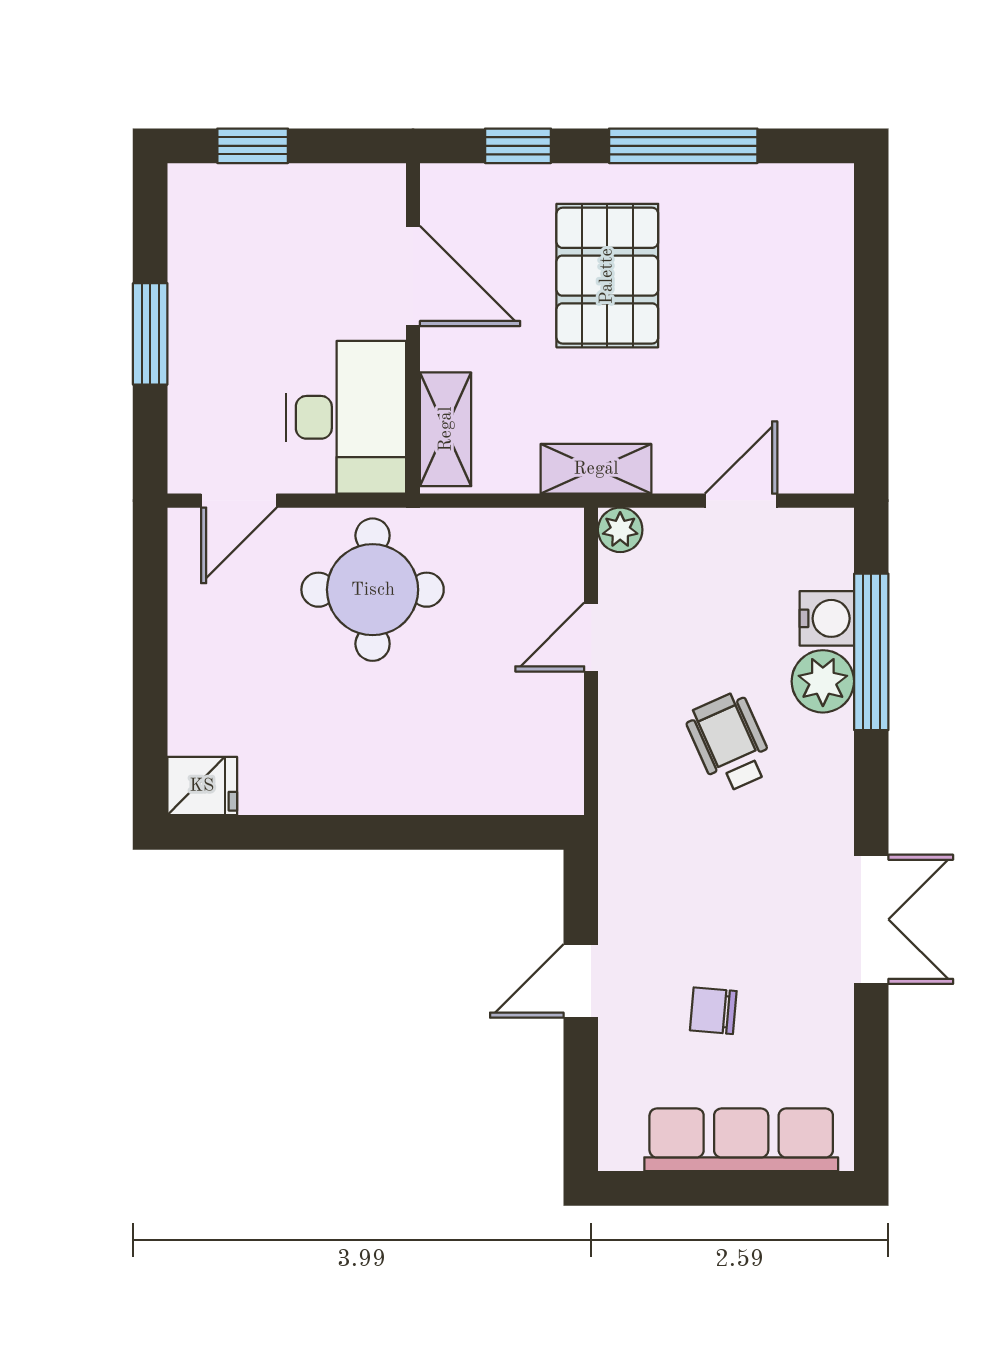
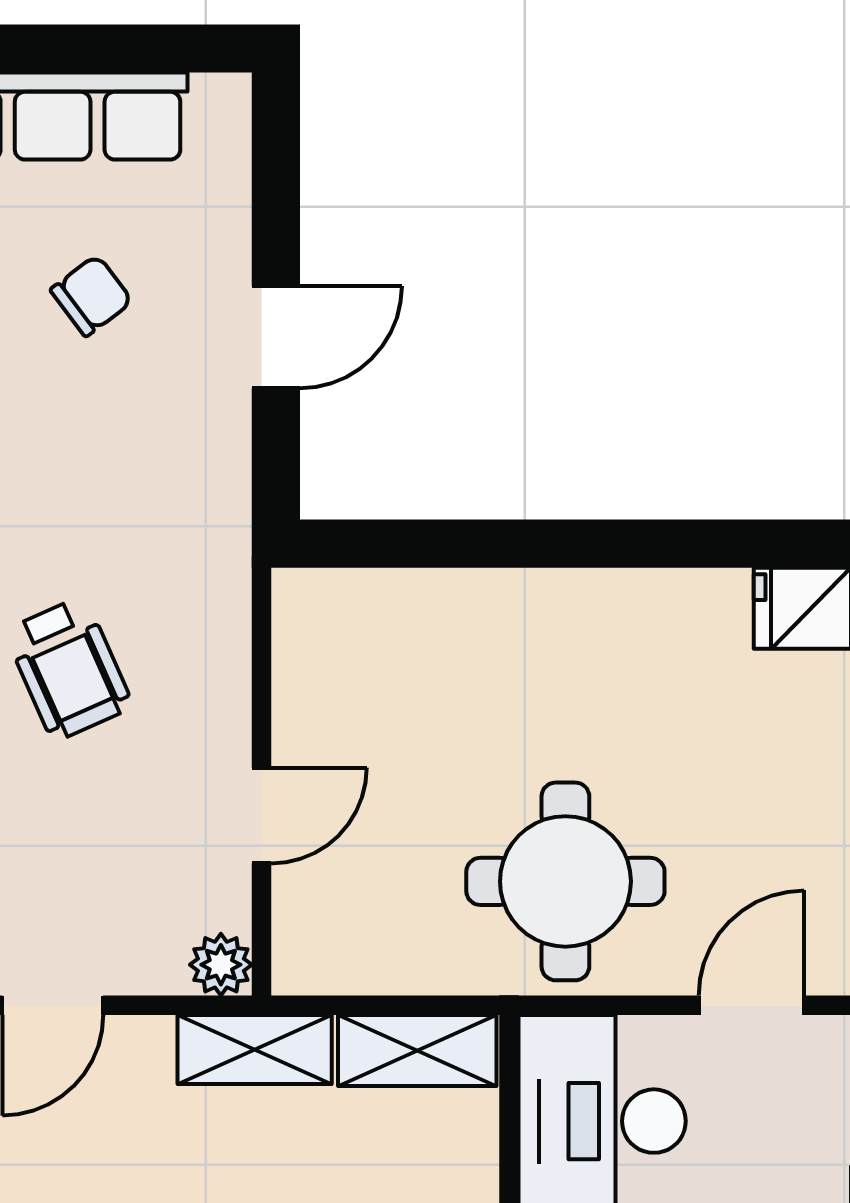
shelving: (446, 429) -> (417, 1050), moved, turned 90
chair: (713, 1011) -> (91, 296), turned -42

